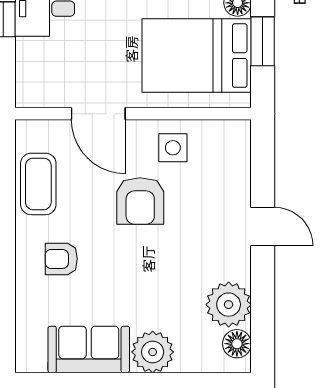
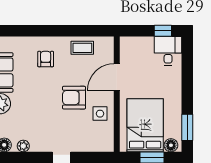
coffee table: (38, 184) -> (82, 48), width x0.73, depth x0.77
plant: (229, 305) -> (23, 146), width x0.53, depth x0.53

